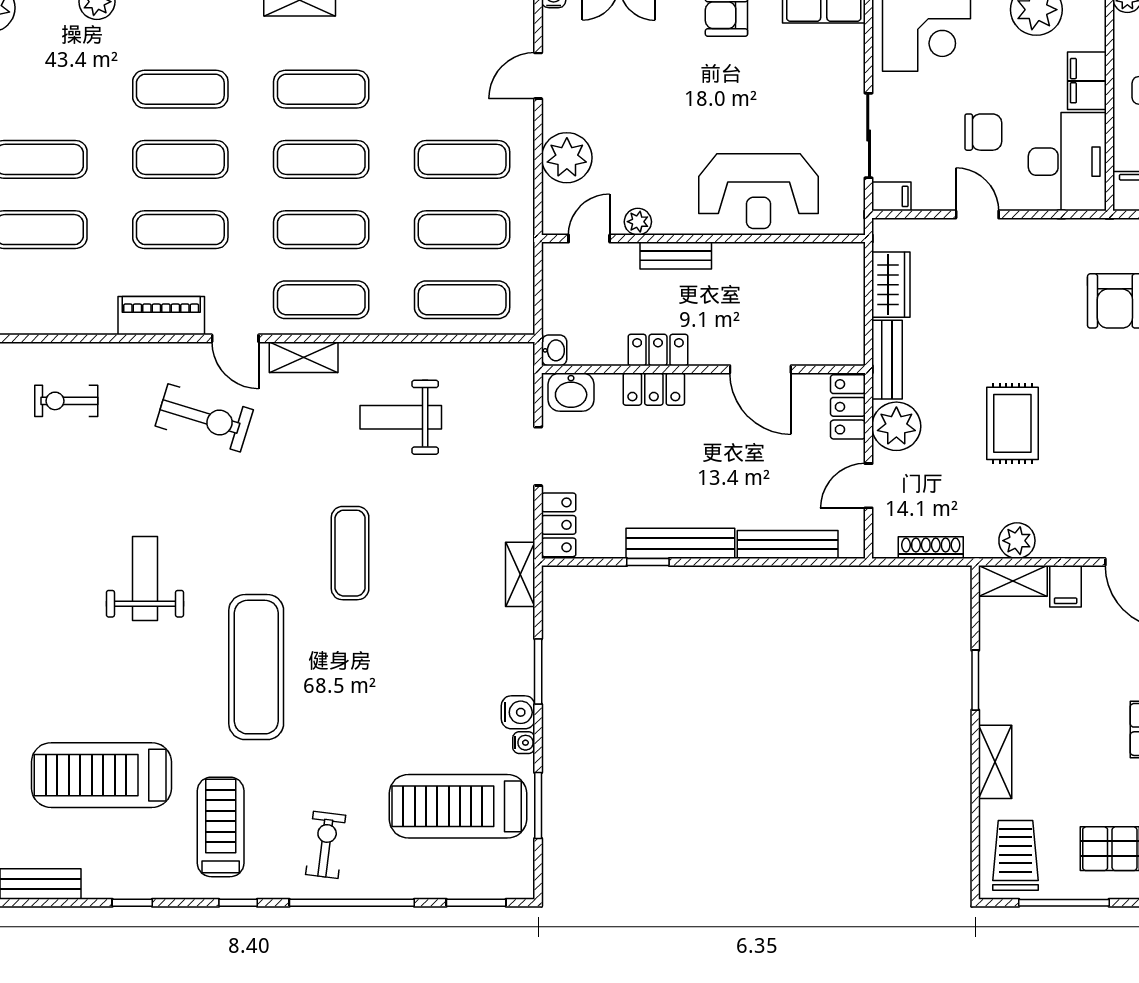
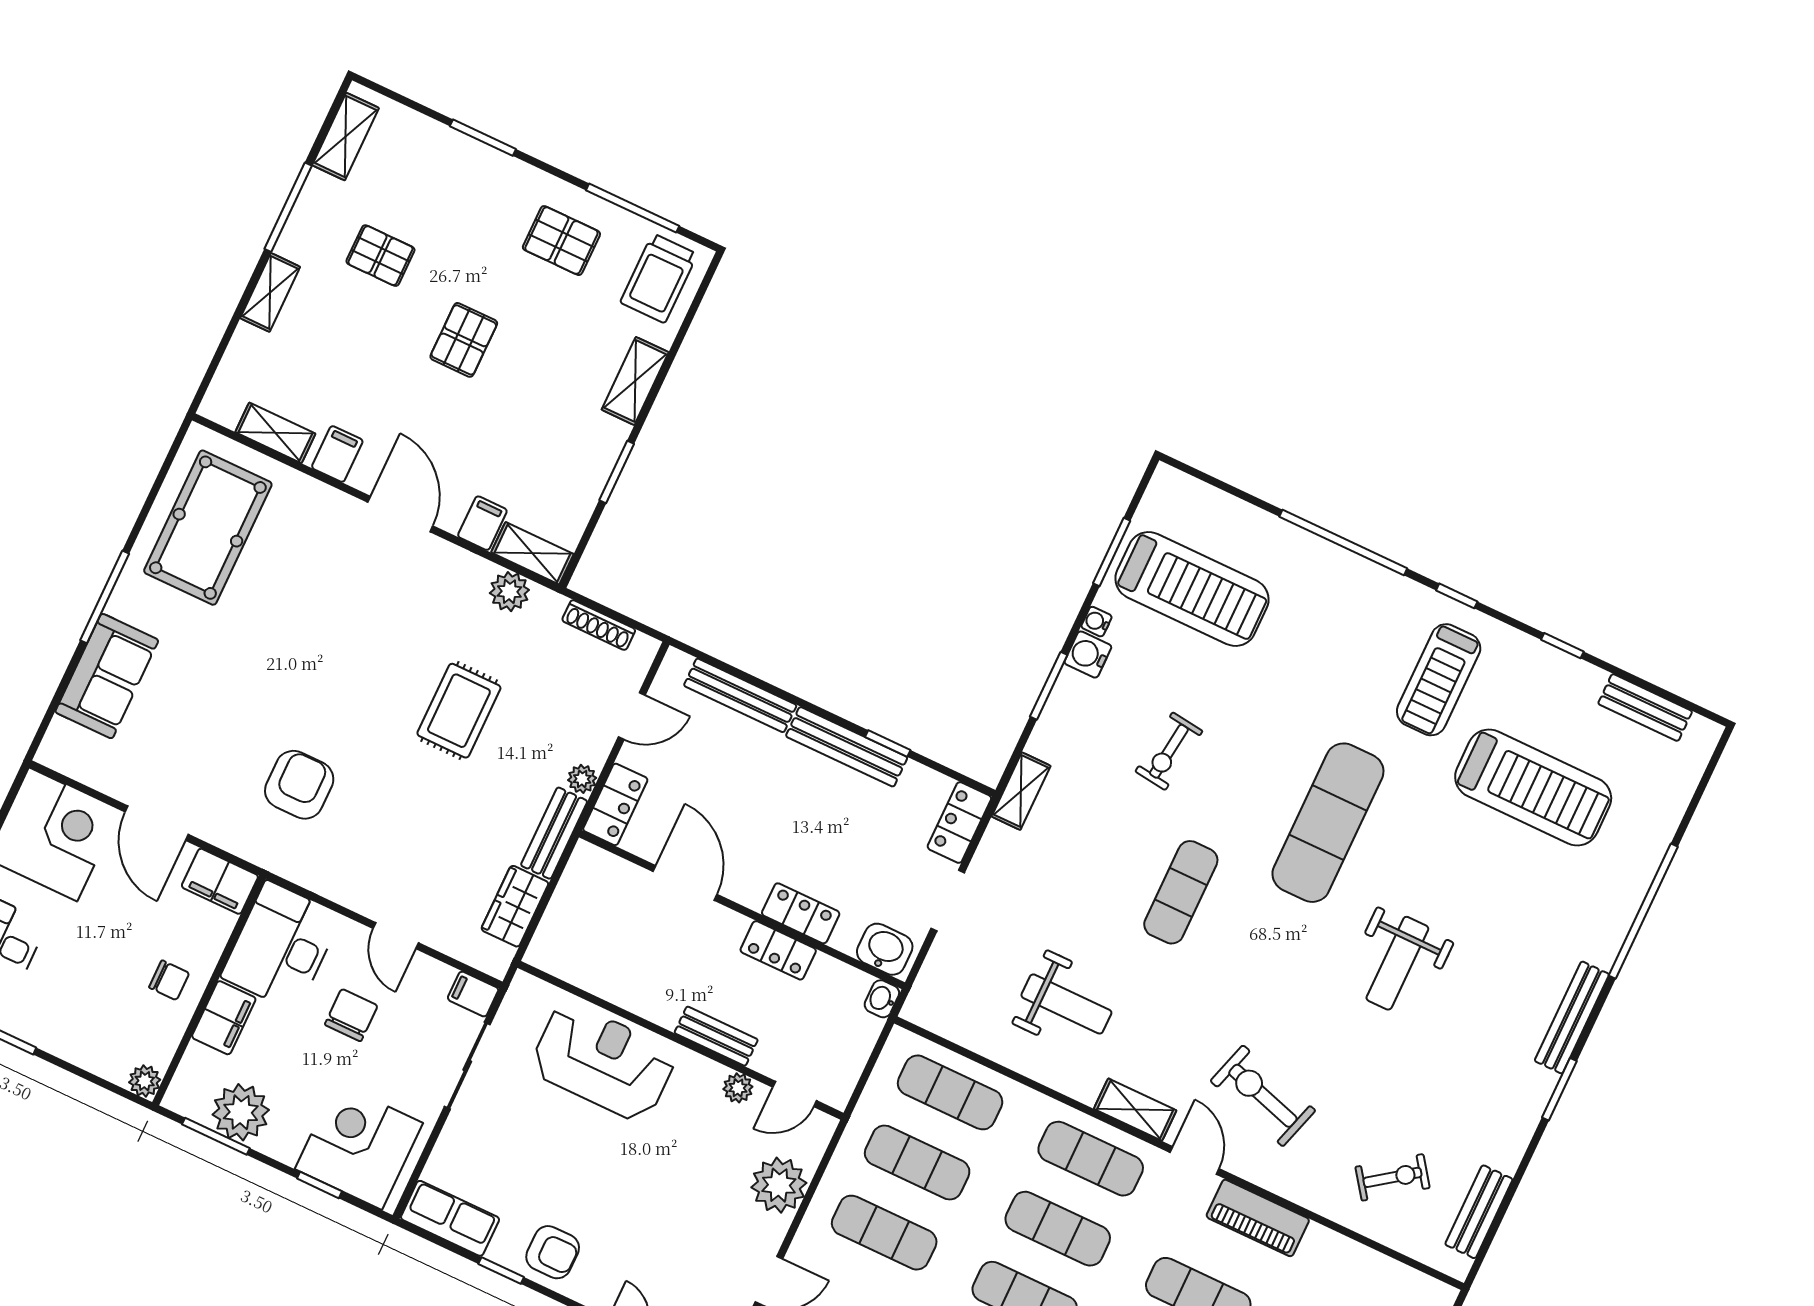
chair: (983, 132) -> (351, 1015), turned 90
exercise bike: (66, 401) -> (1393, 1177), turned -36
plant: (896, 426) -> (582, 779), width x0.53, depth x0.53
exercise bike: (326, 845) -> (1169, 751), moved
window: (476, 903) -> (1219, 484), removed

